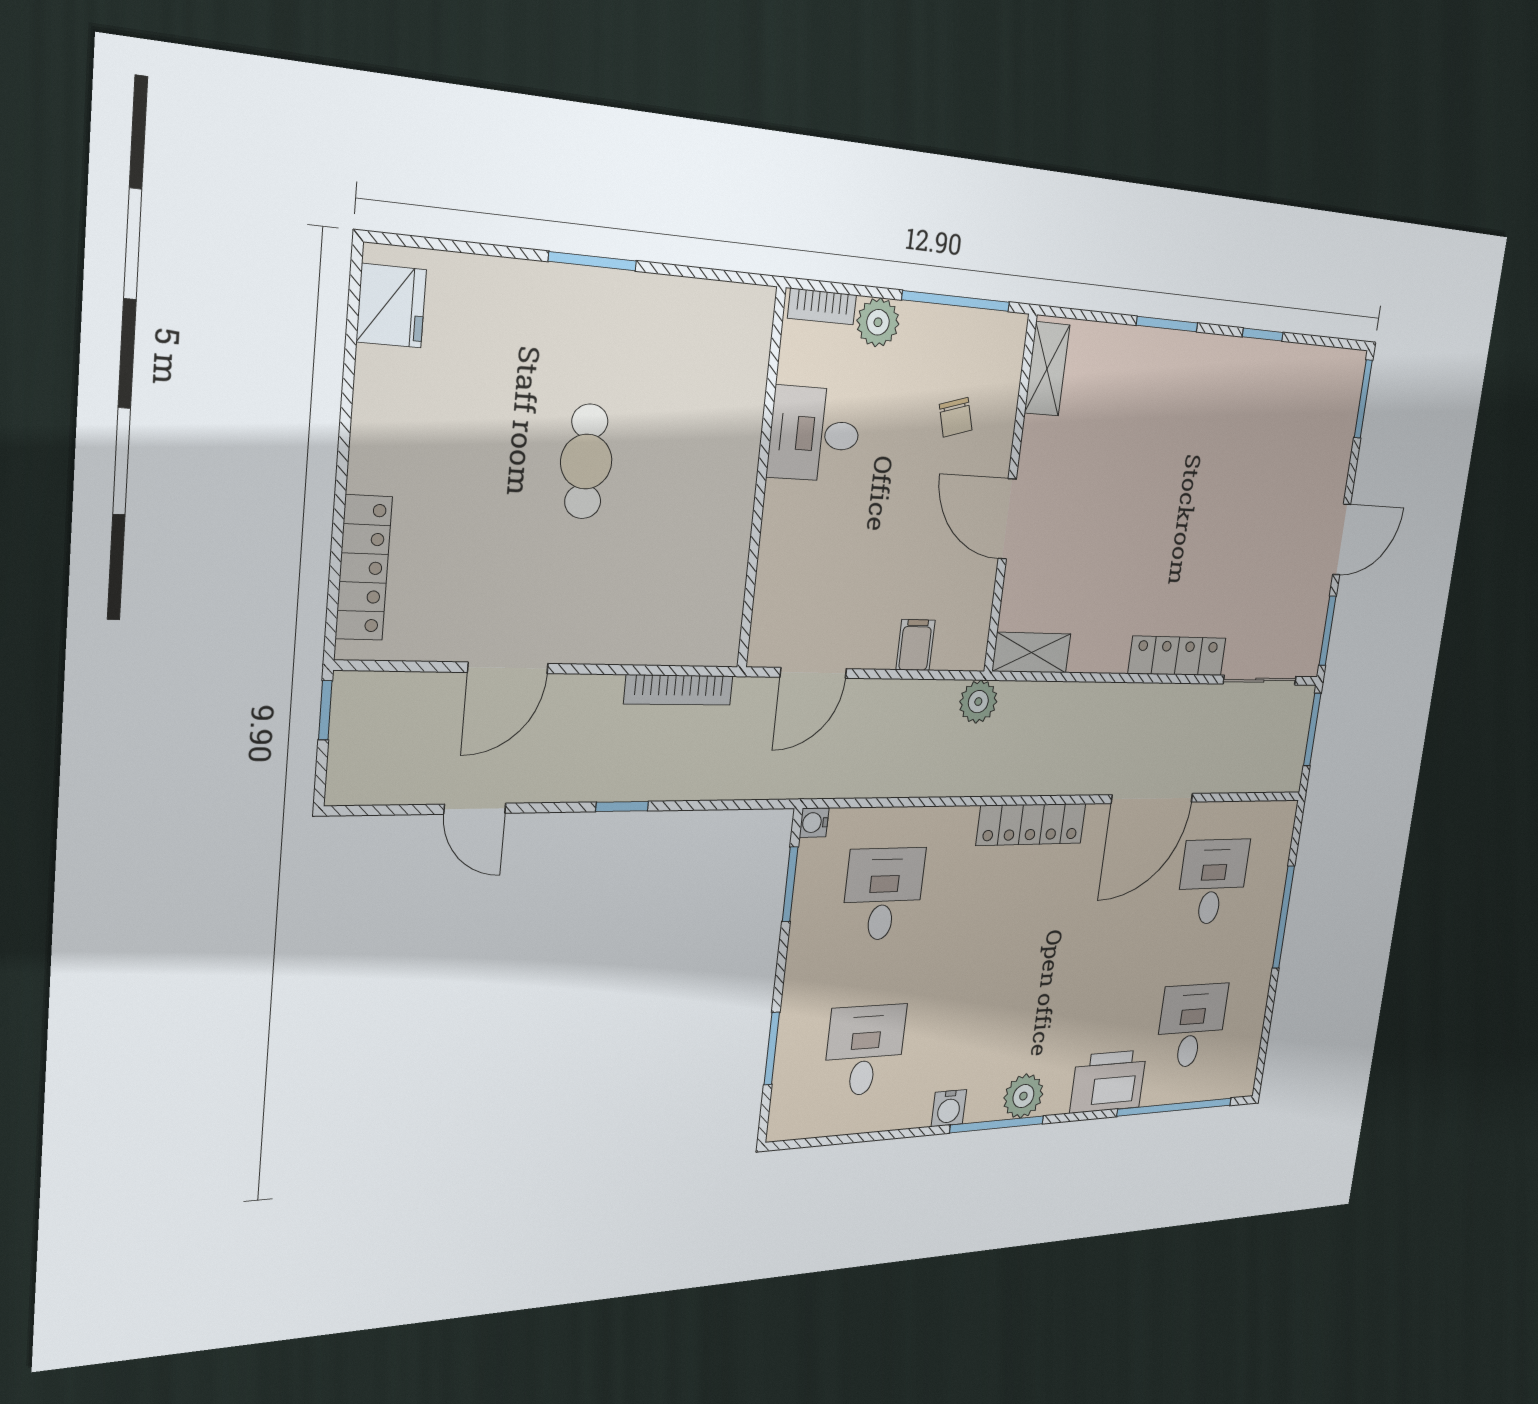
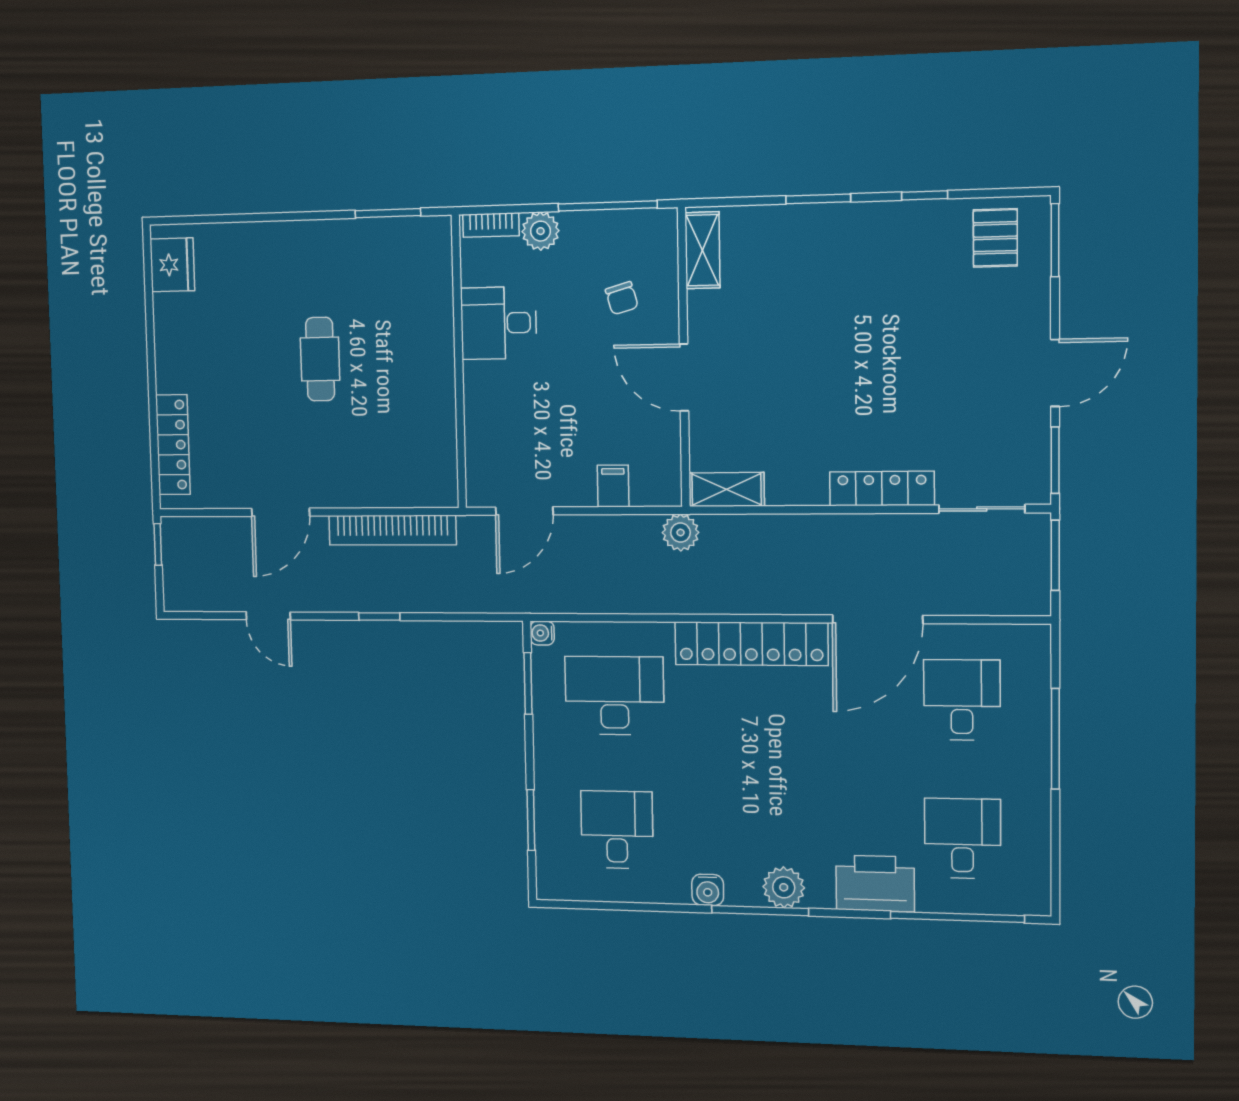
window: (592, 261) -> (388, 213), moved
pallet: (1315, 390) -> (995, 238), added
bookcase: (679, 690) -> (392, 530), width x1.48, depth x1.31
locker: (1031, 824) -> (751, 644), width x1.41, depth x1.21
desk: (883, 894) -> (614, 695), width x1.37

